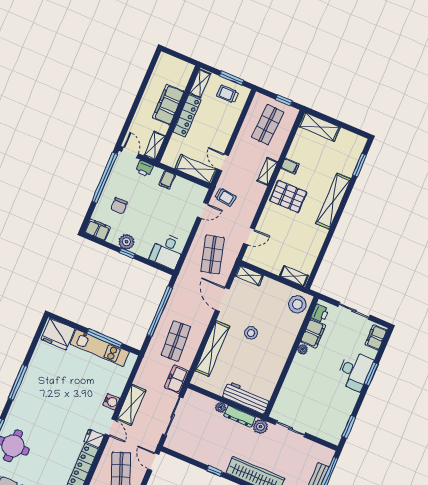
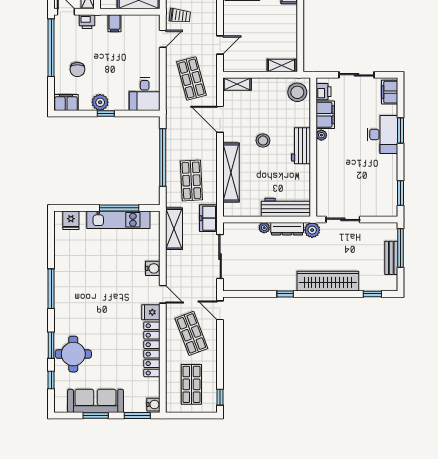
fridge: (58, 334) -> (71, 220), width x0.53, depth x0.75
workbench: (281, 351) -> (301, 146), added
shelving: (131, 405) -> (174, 229), moved

